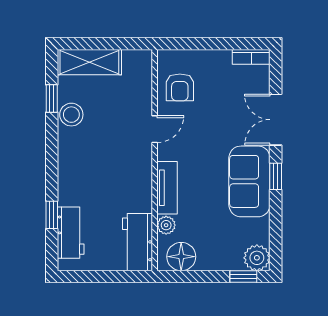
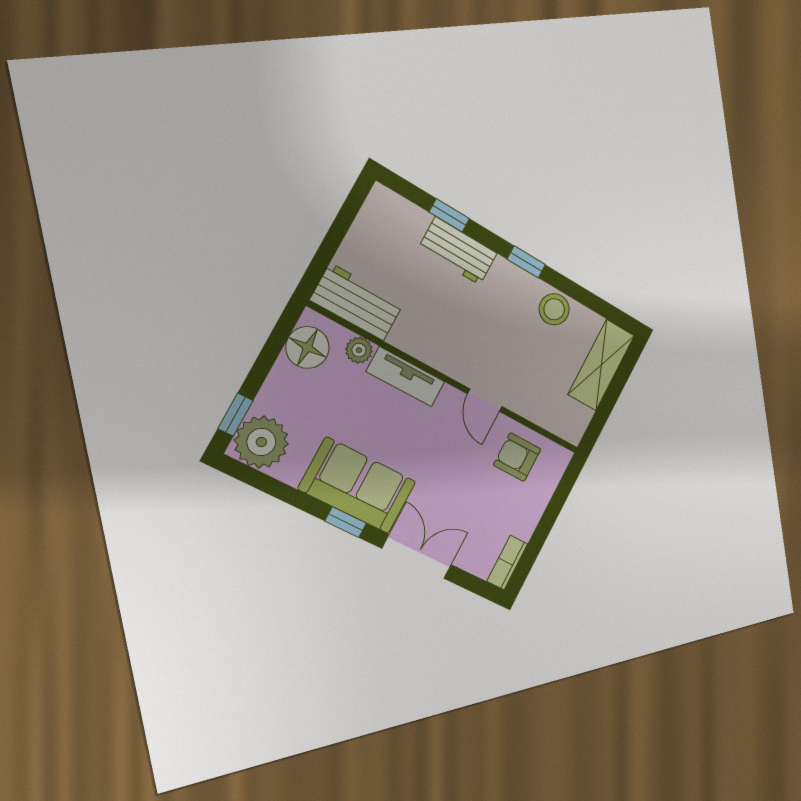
window: (52, 99) -> (526, 262), moved
workbench: (71, 233) -> (458, 251), moved
plant: (257, 258) -> (261, 442), width x1.36, depth x1.36

